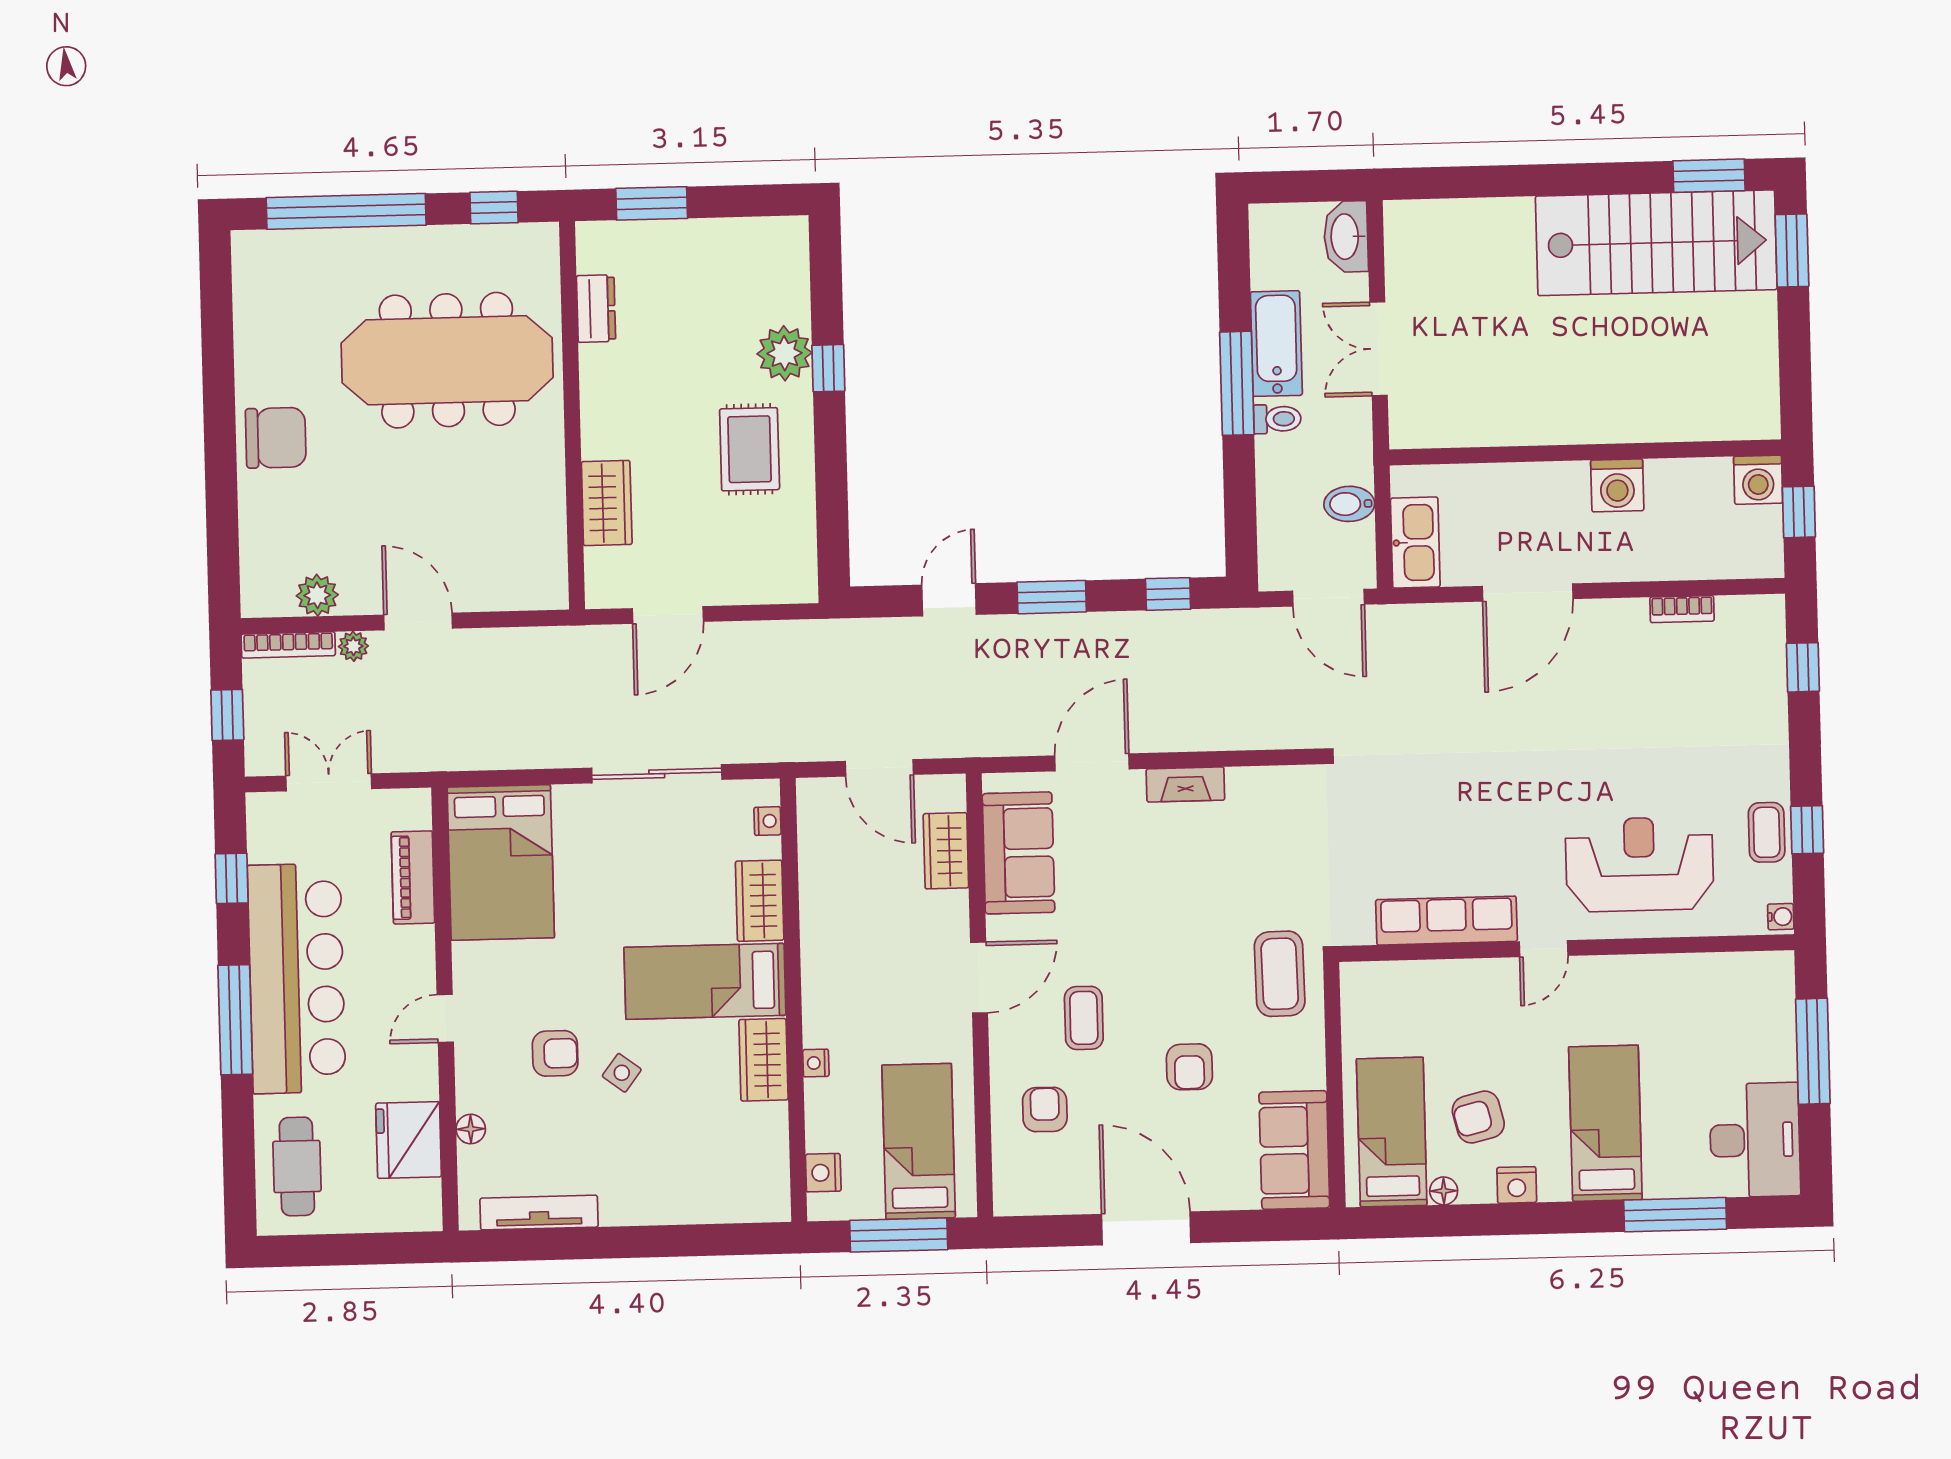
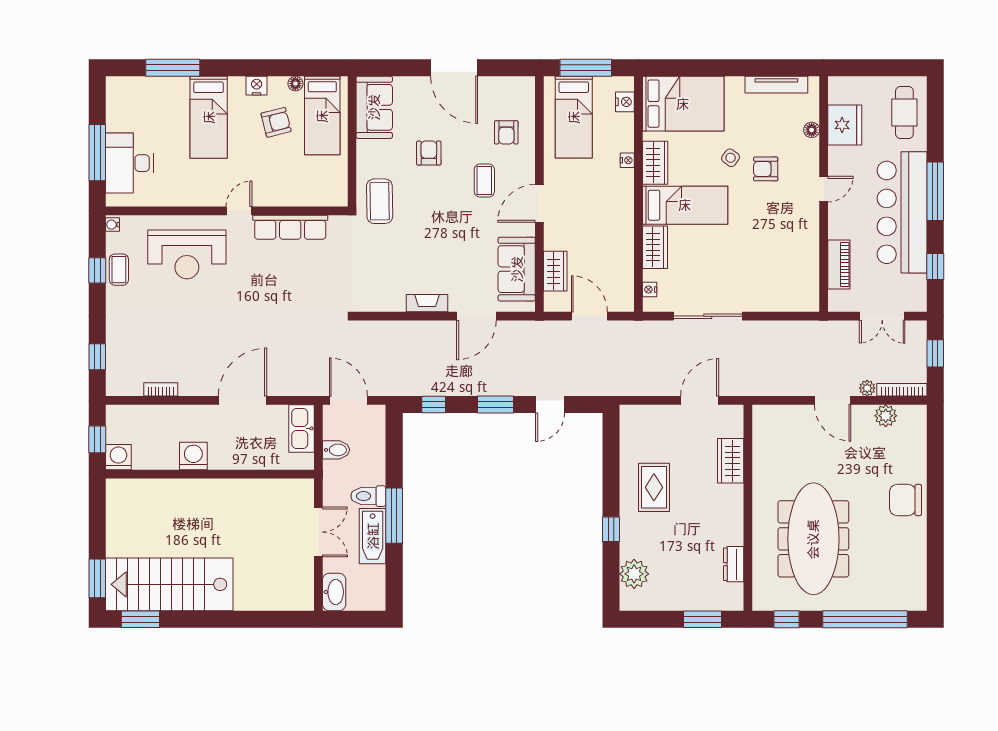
plant: (784, 353) -> (634, 574), moved
meeting table: (447, 360) -> (813, 539), turned 90
toilet: (1277, 419) -> (368, 496), width x1.37, depth x1.39
bed: (501, 862) -> (683, 104), moved, turned 90
desk: (1755, 1140) -> (129, 163), moved

